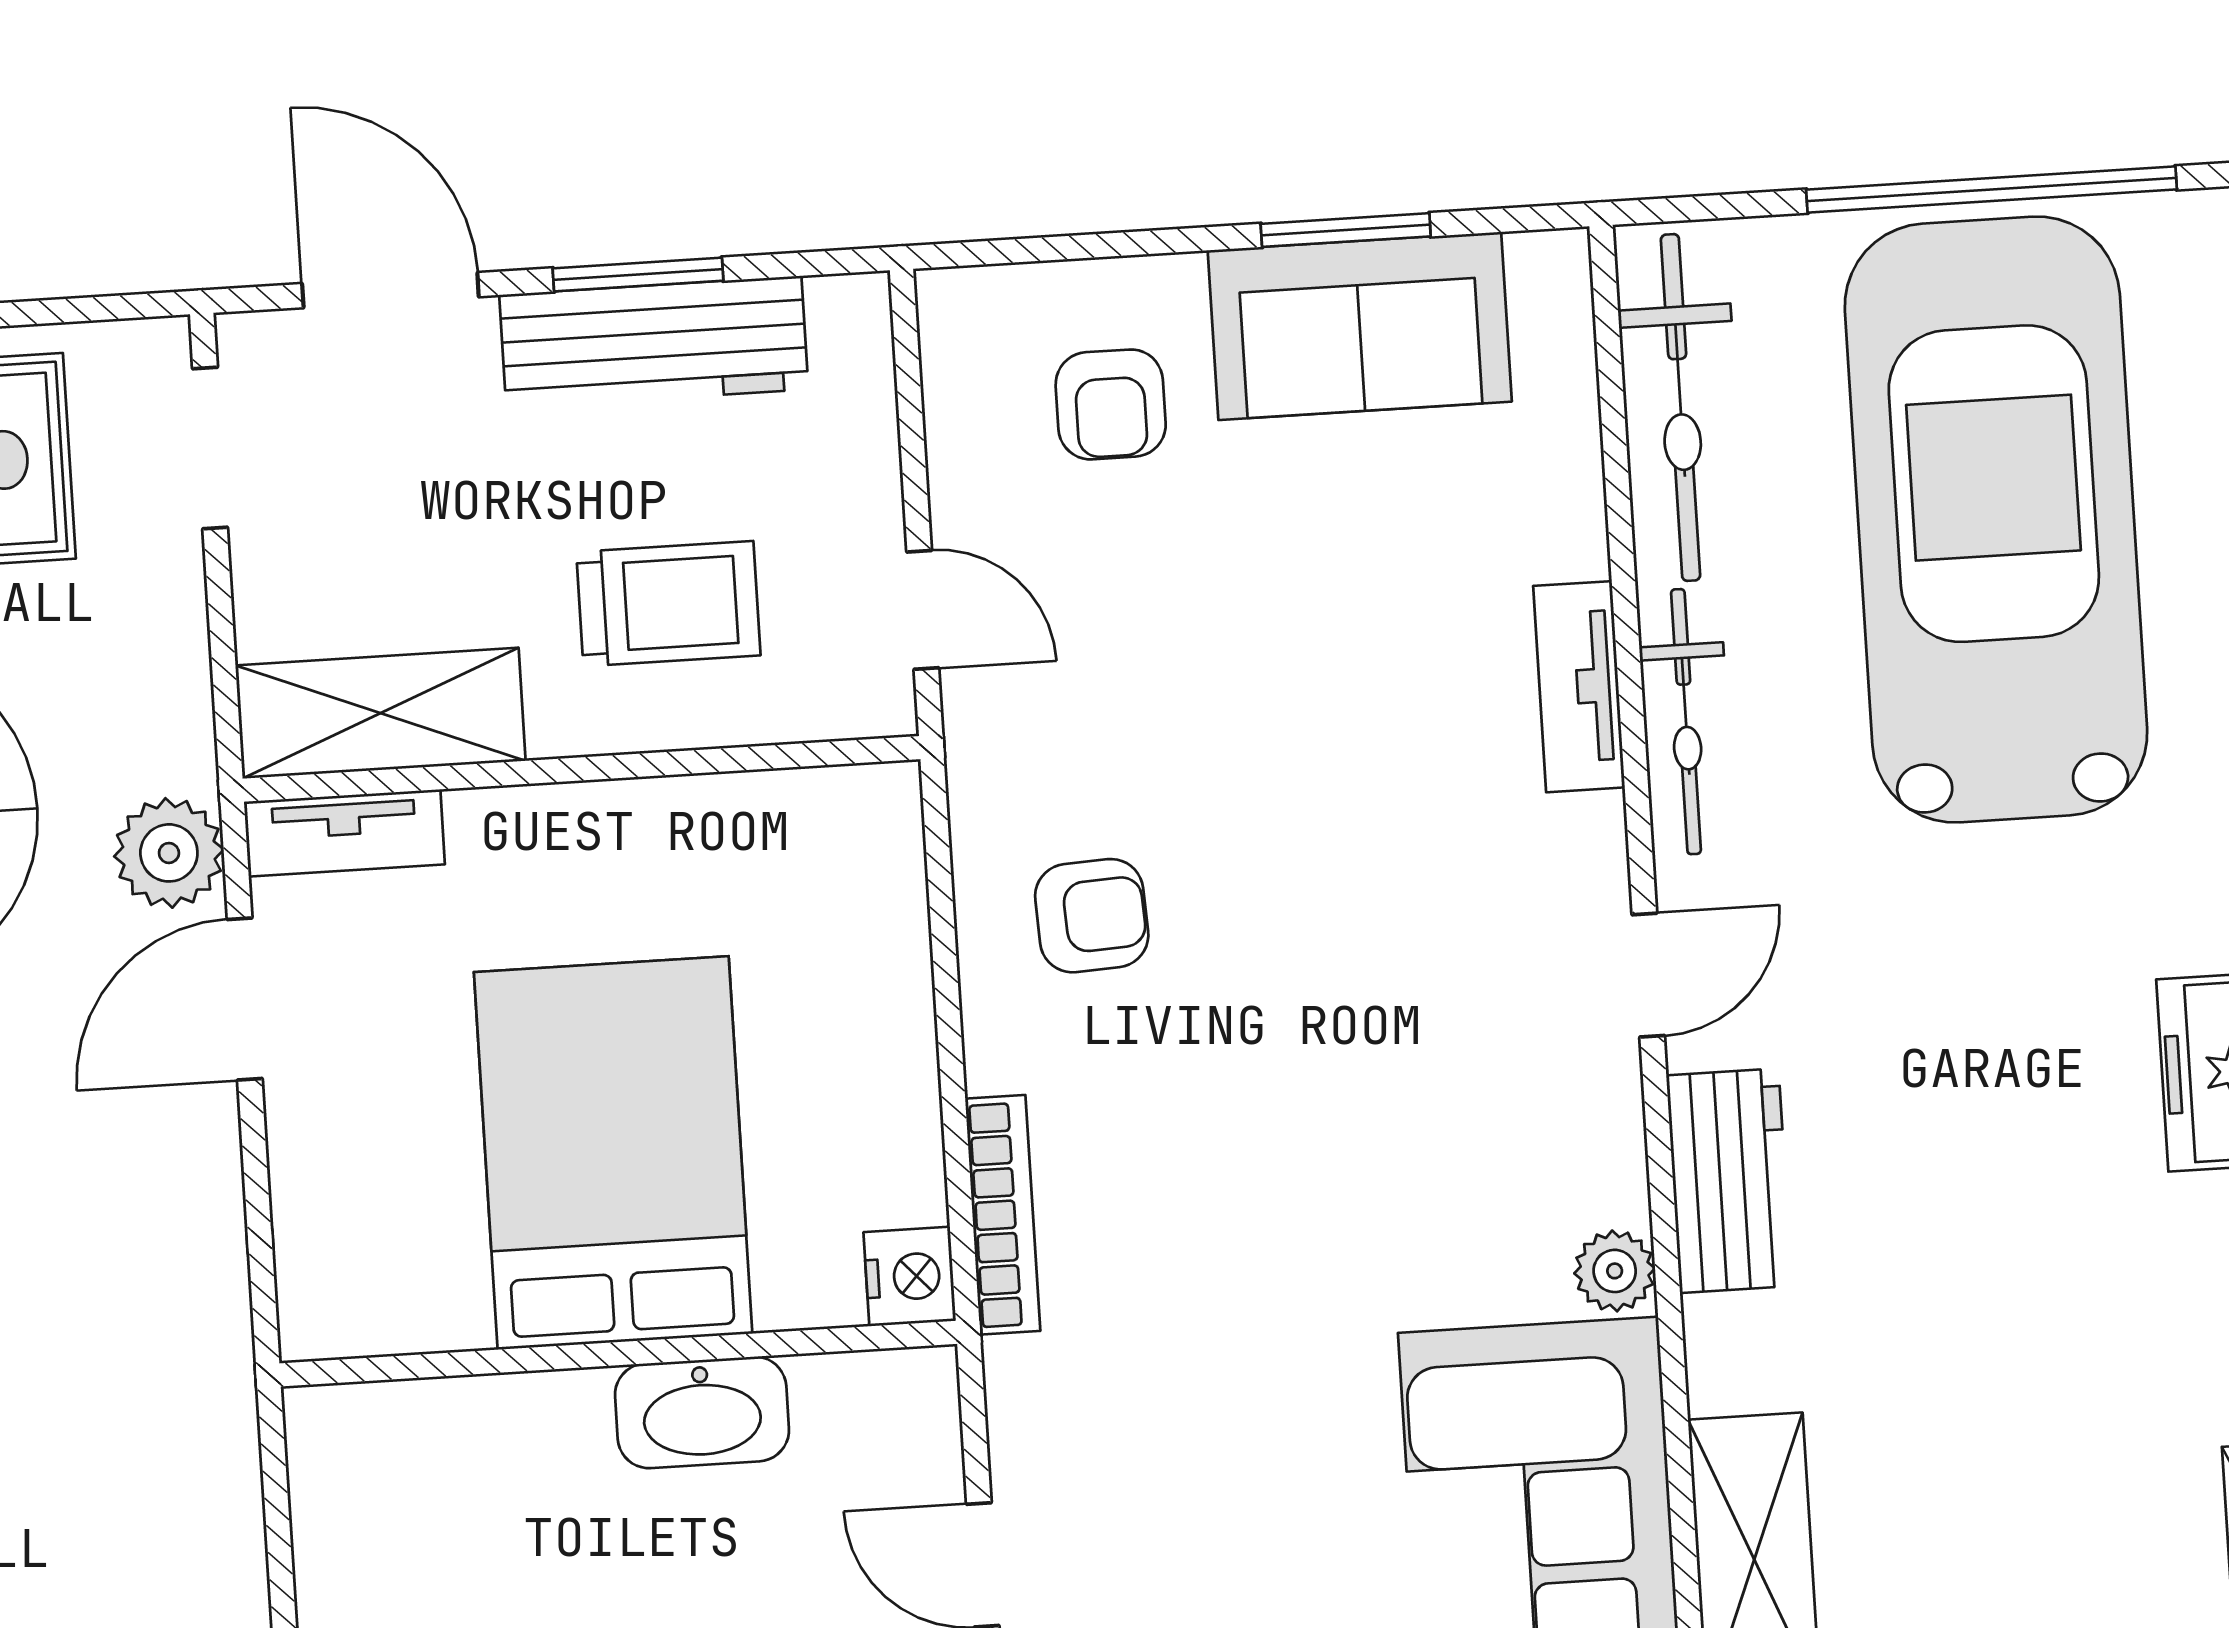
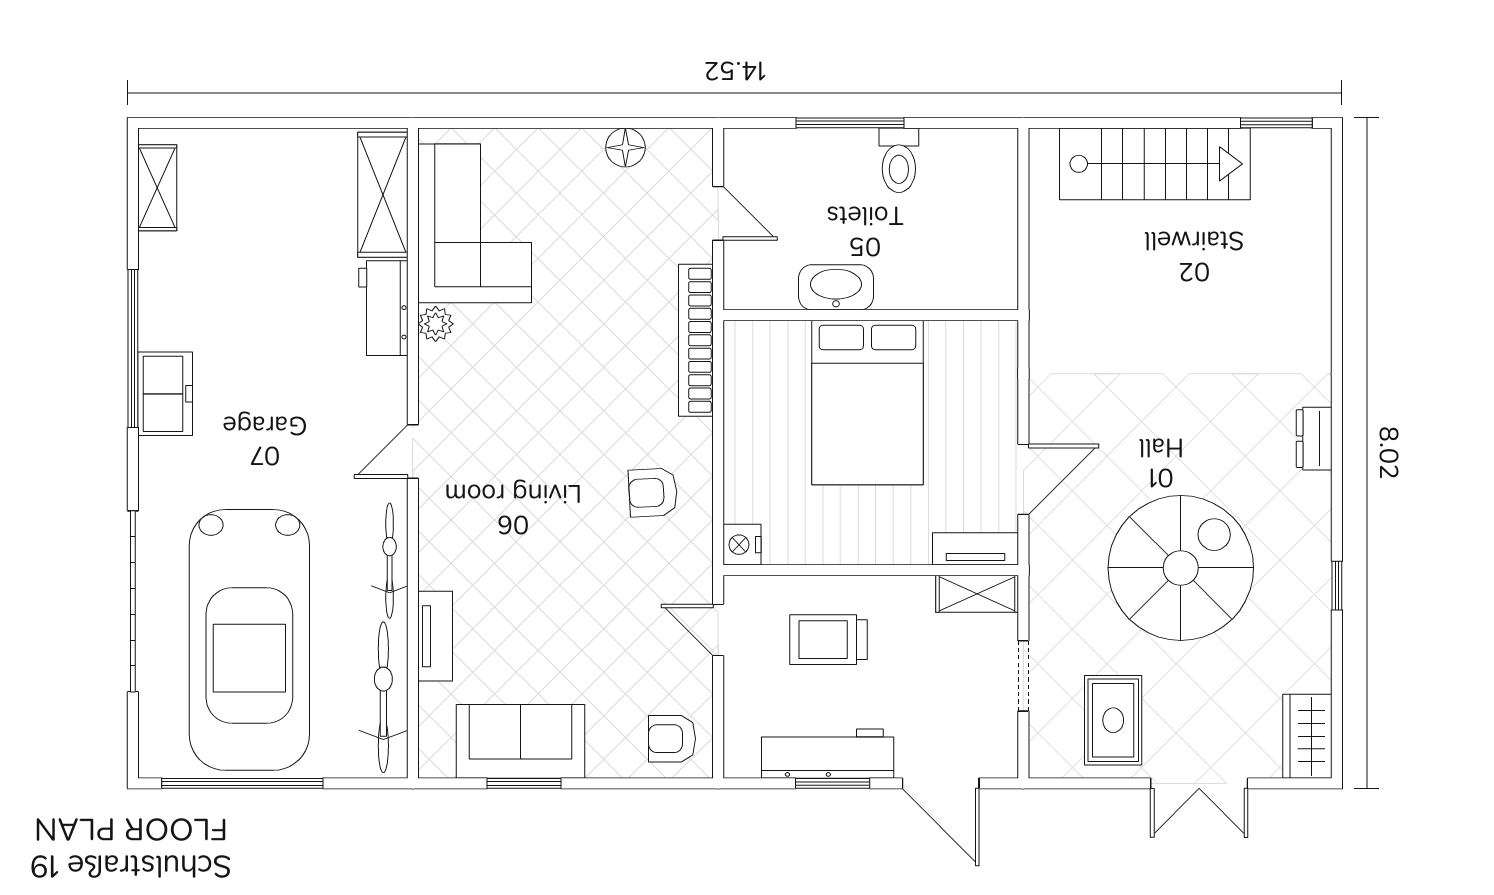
armchair: (1111, 404) -> (672, 739), moved, turned -90
doorway: (210, 448) -> (1023, 676), moved
tv unit: (1579, 687) -> (435, 636), moved
shelving: (381, 713) -> (977, 594), width x0.67, depth x0.75
plant: (169, 853) -> (1052, 545), removed
workbench: (1729, 1181) -> (383, 308), moved
bookcase: (1003, 1215) -> (696, 340), width x1.48, depth x1.31
nightstand: (910, 1276) -> (742, 545), moved

